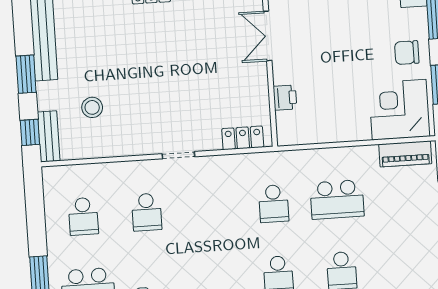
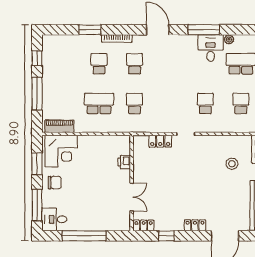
locker: (243, 138) -> (160, 141), moved

